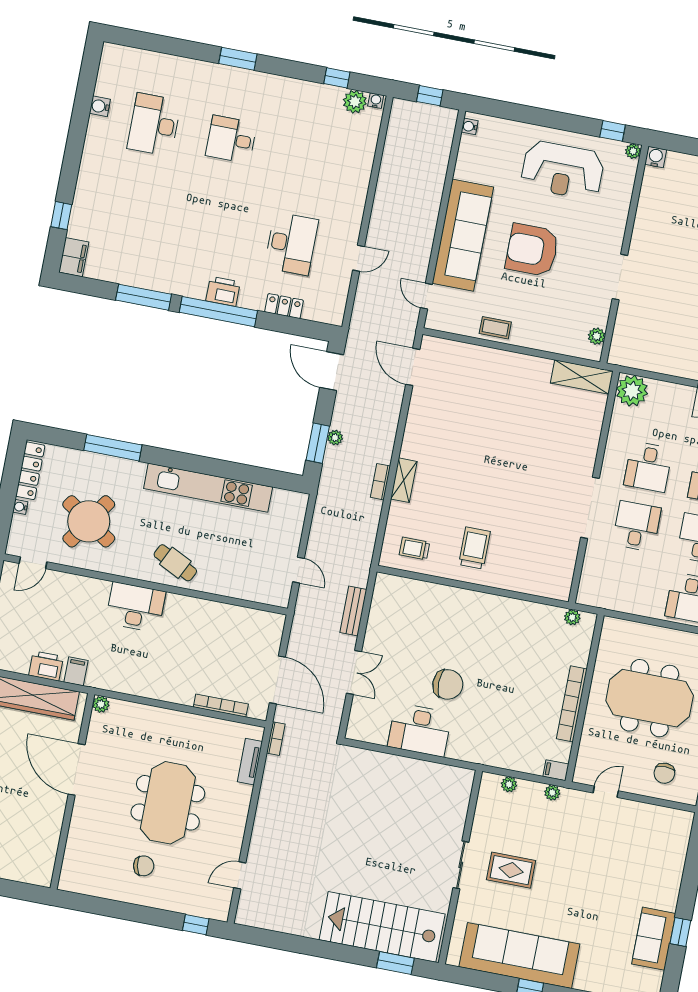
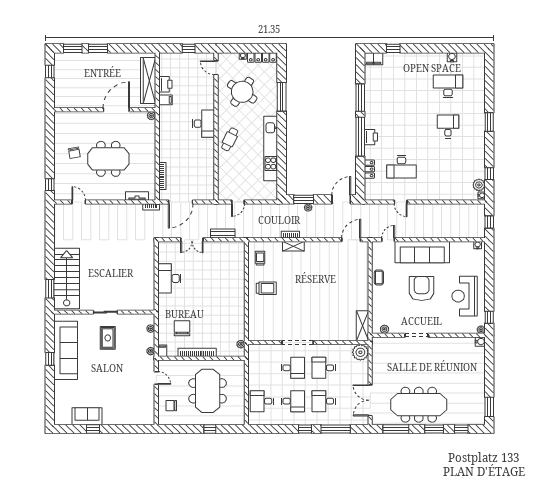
chair: (448, 684) -> (182, 328), moved, turned 180

